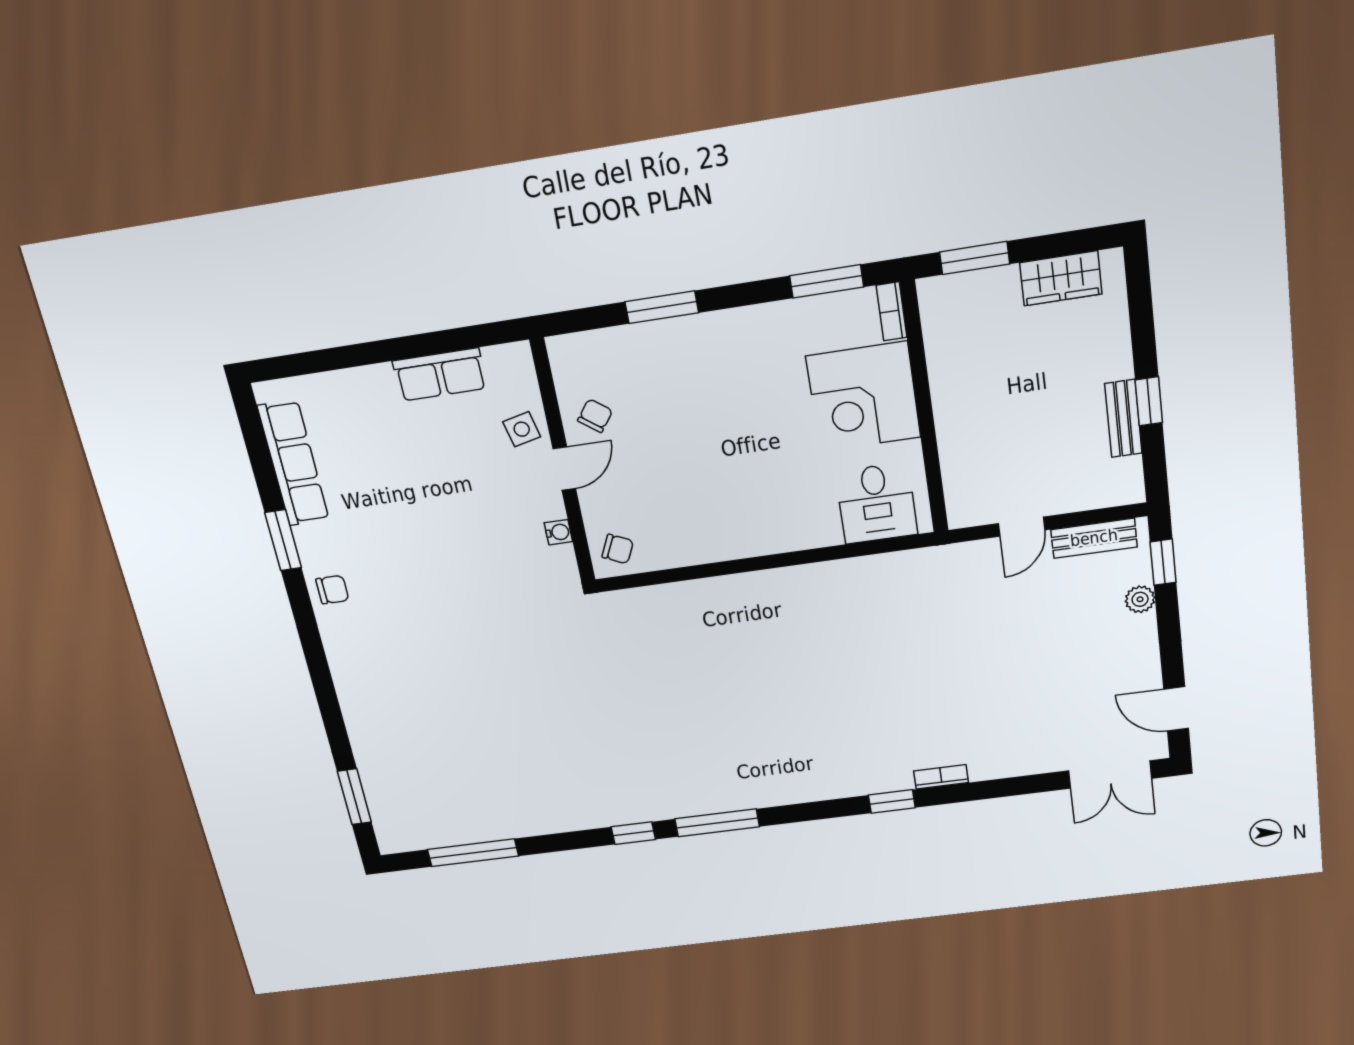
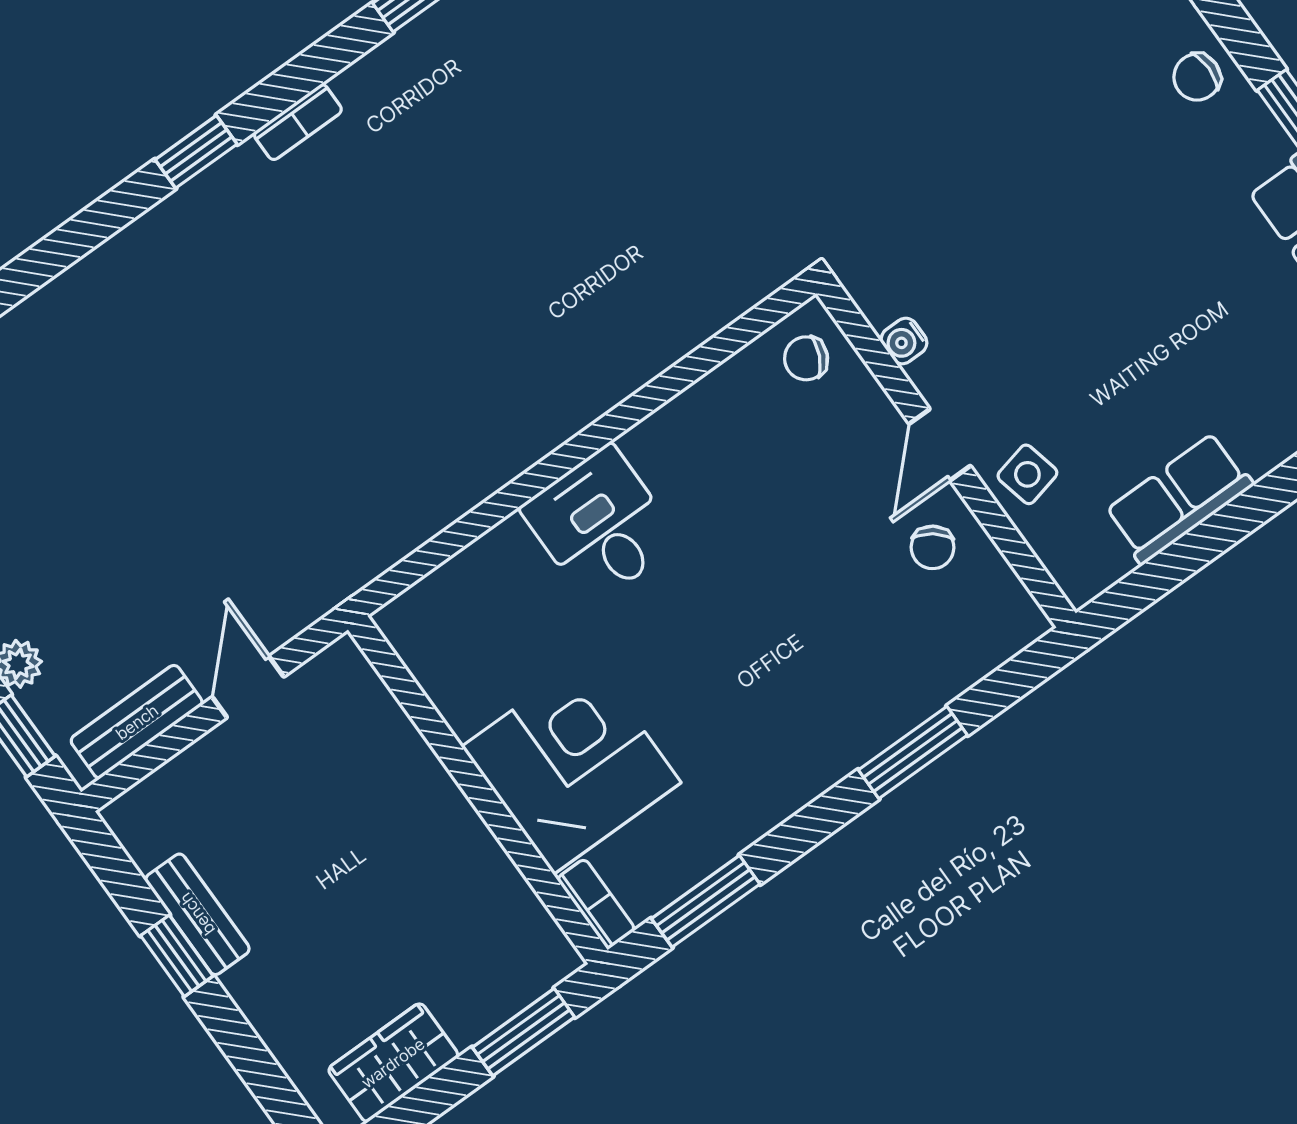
desk: (876, 503) -> (601, 525), moved
bookcase: (941, 777) -> (298, 122), moved

